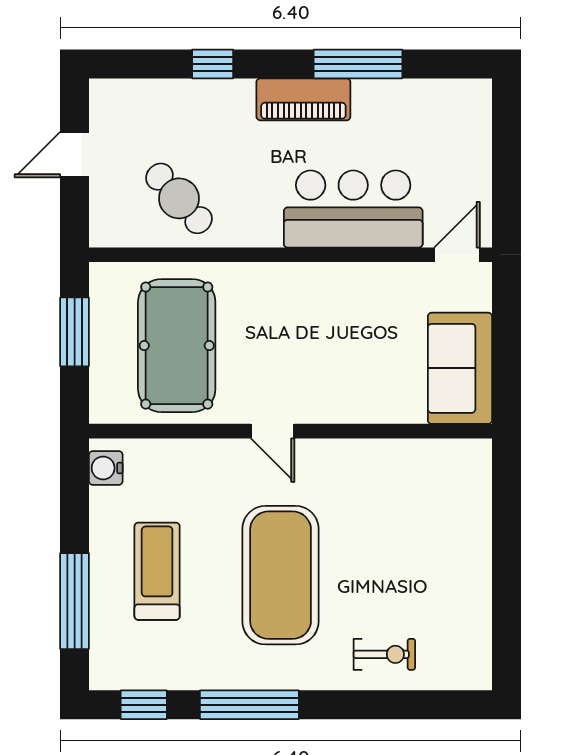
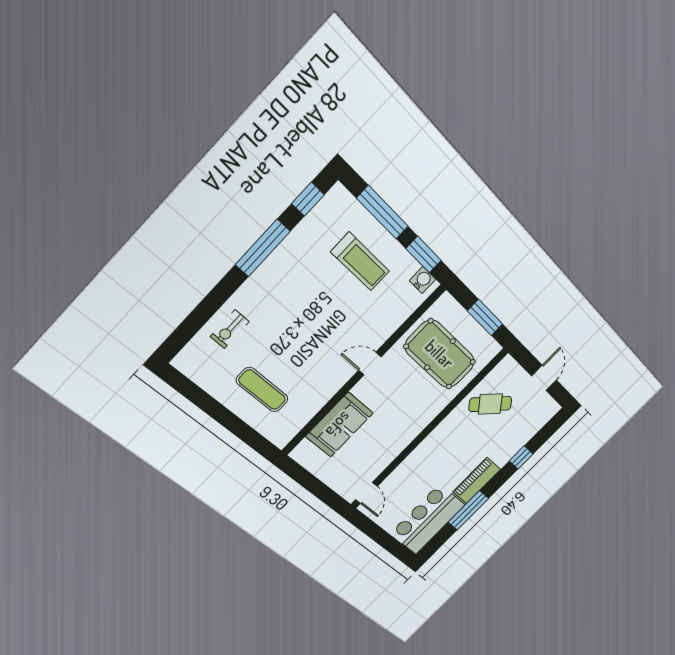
bar counter: (353, 209) -> (428, 519), moved, turned 180
sofa: (460, 368) -> (339, 425), moved, turned 90
window: (75, 499) -> (424, 254), added
exercise mat: (281, 575) -> (262, 390), moved, width x0.50, depth x0.69

